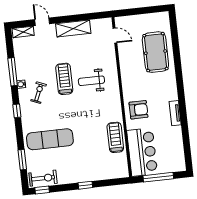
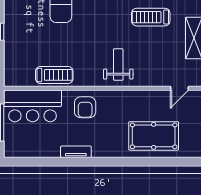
treadmill: (64, 79) -> (151, 17), moved, turned 180
weight bench: (91, 81) -> (118, 65), moved

